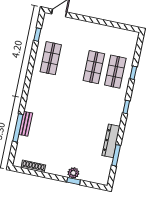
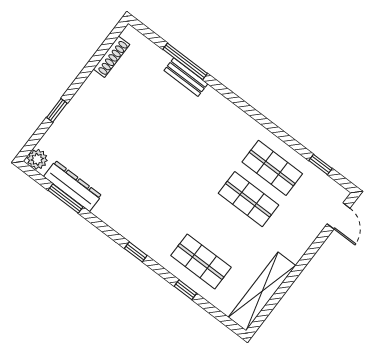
shelving: (116, 34) -> (262, 291), added
shop shelf: (94, 67) -> (248, 199), moved
dresser: (111, 141) -> (73, 186), moved
plant: (73, 173) -> (37, 159), moved

